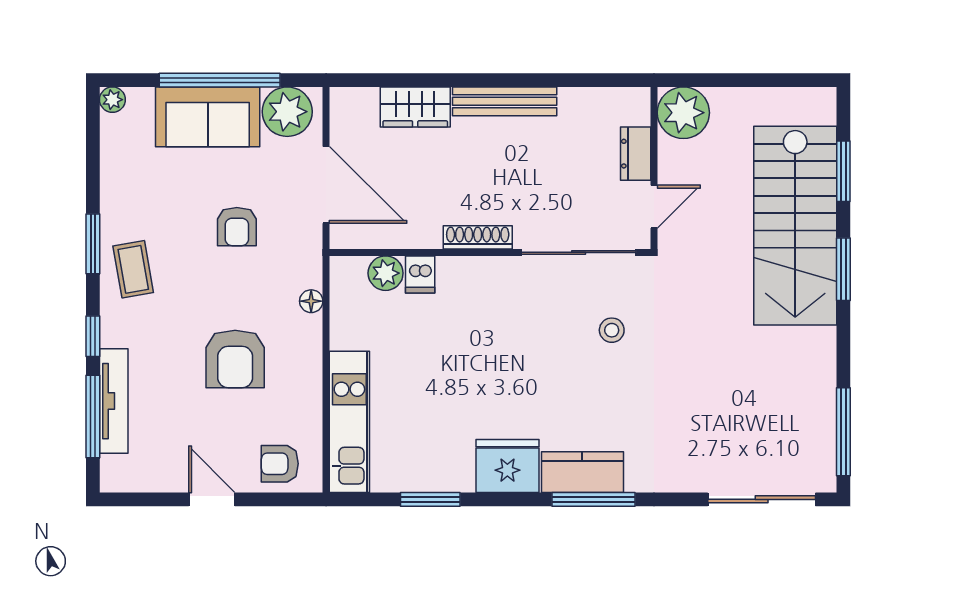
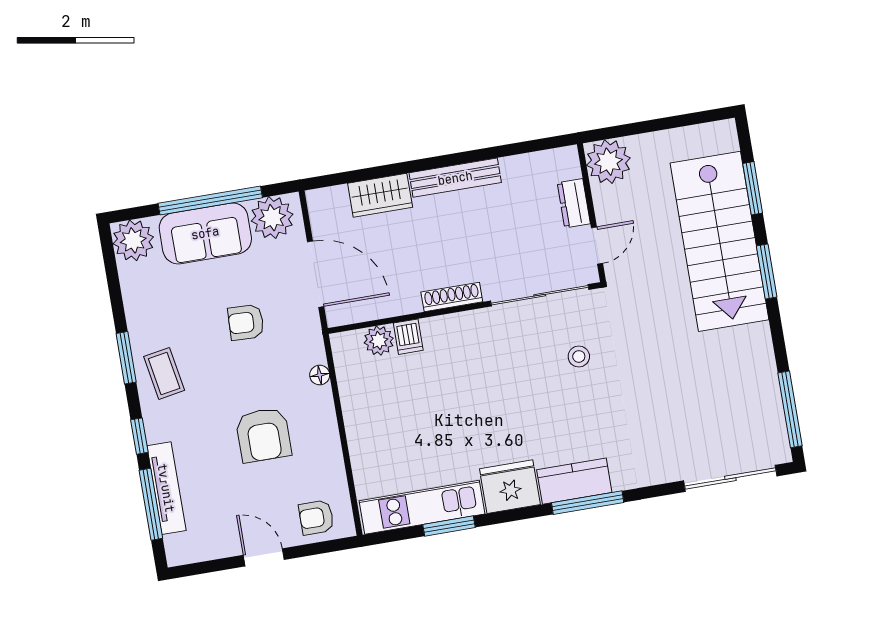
plant: (112, 100) -> (133, 240), width x1.88, depth x1.88
armchair: (237, 227) -> (246, 322), turned 92
kitchen unit: (349, 422) -> (422, 507), moved, turned -90

